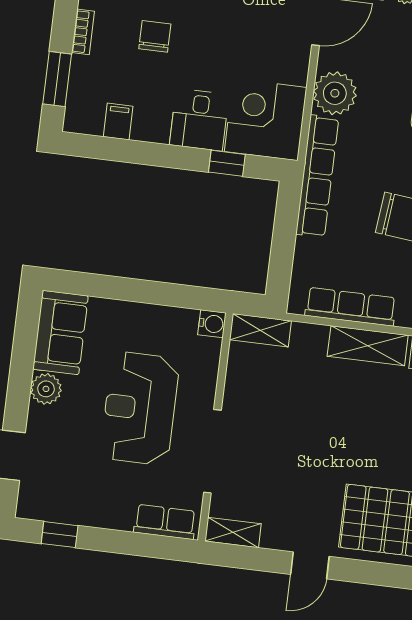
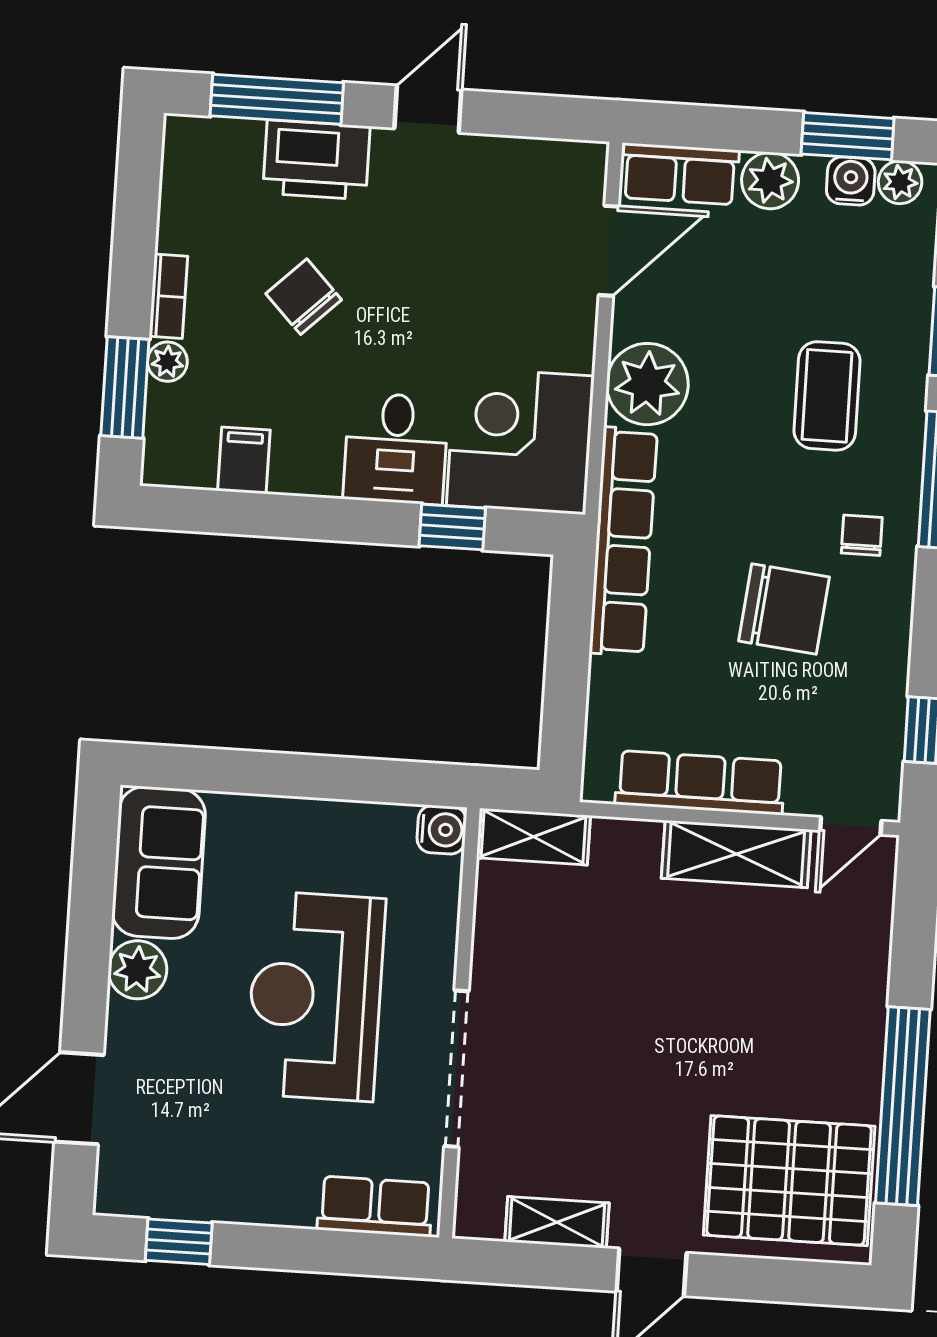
chair: (155, 36) -> (304, 297), turned -44
plant: (81, 67) -> (167, 362), added
shelving: (233, 532) -> (557, 1222), moved

